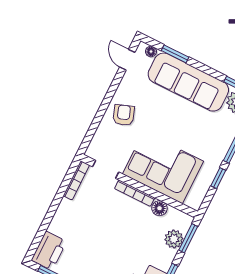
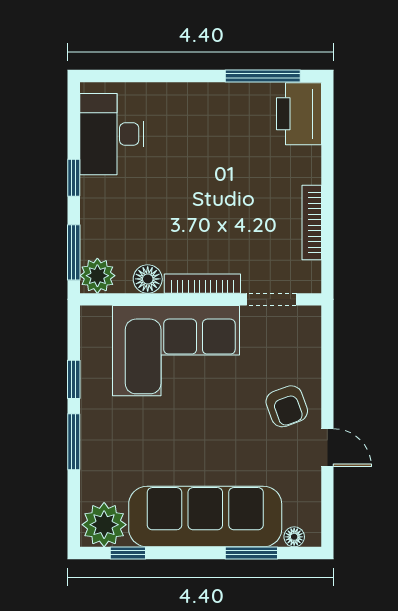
door: (127, 60) -> (327, 448), moved
bookcase: (76, 180) -> (312, 222), moved
plant: (174, 239) -> (97, 276), moved

